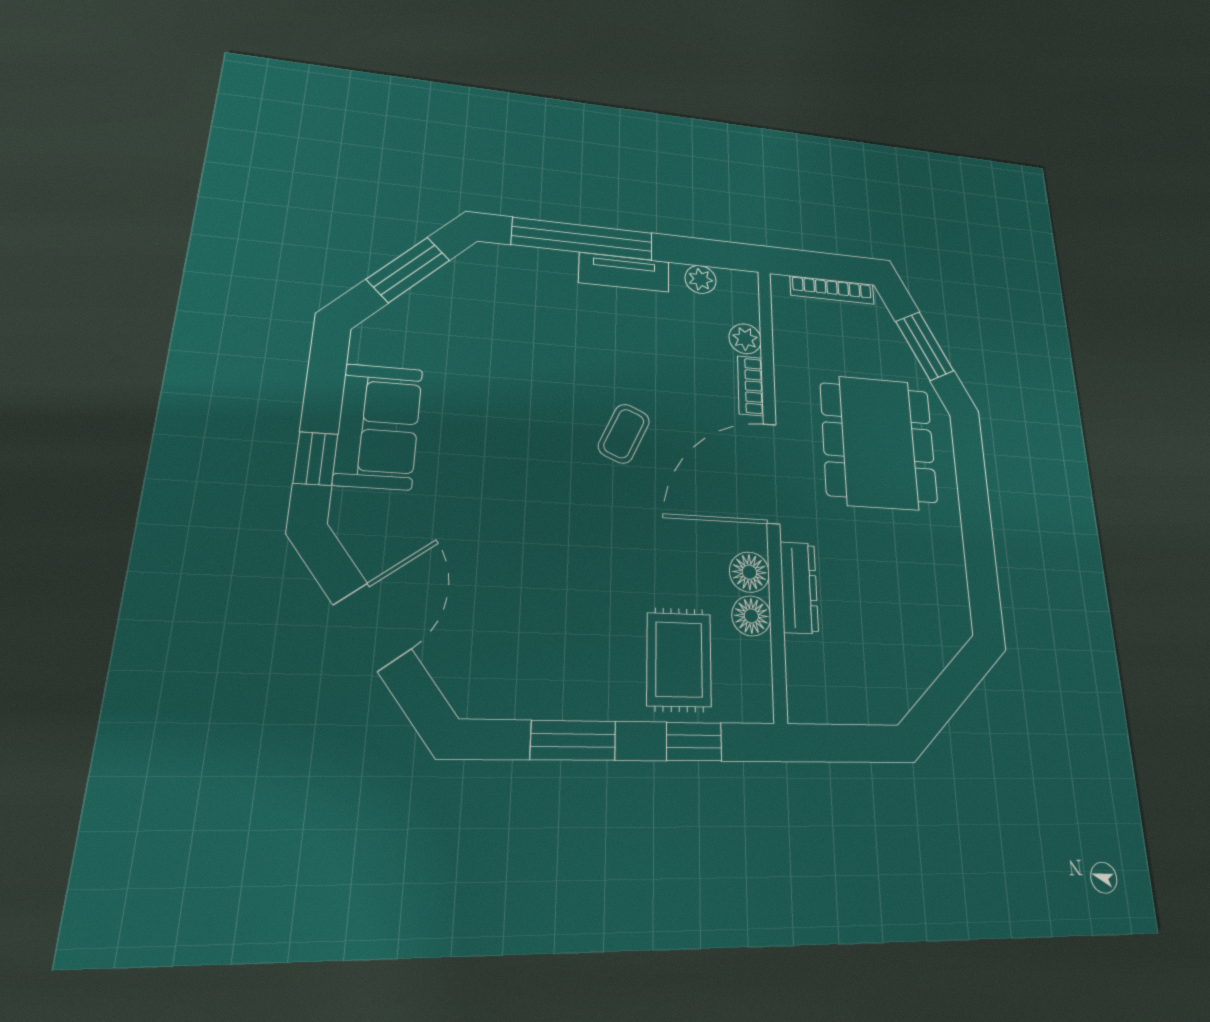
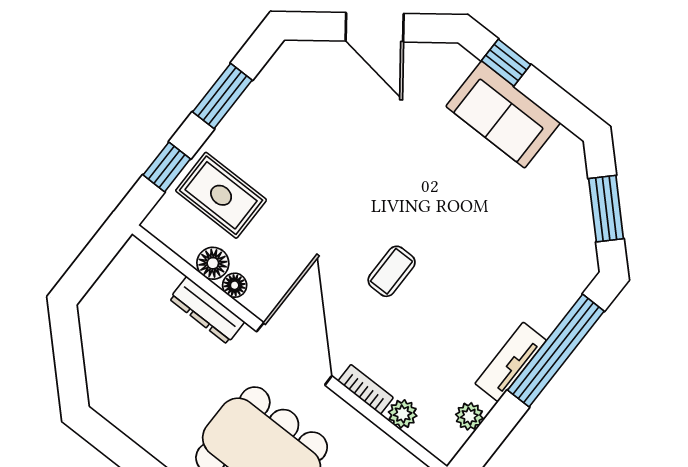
coffee table: (624, 434) -> (392, 271), turned 66
floor lamp: (749, 572) -> (235, 285), width x0.73, depth x0.73

